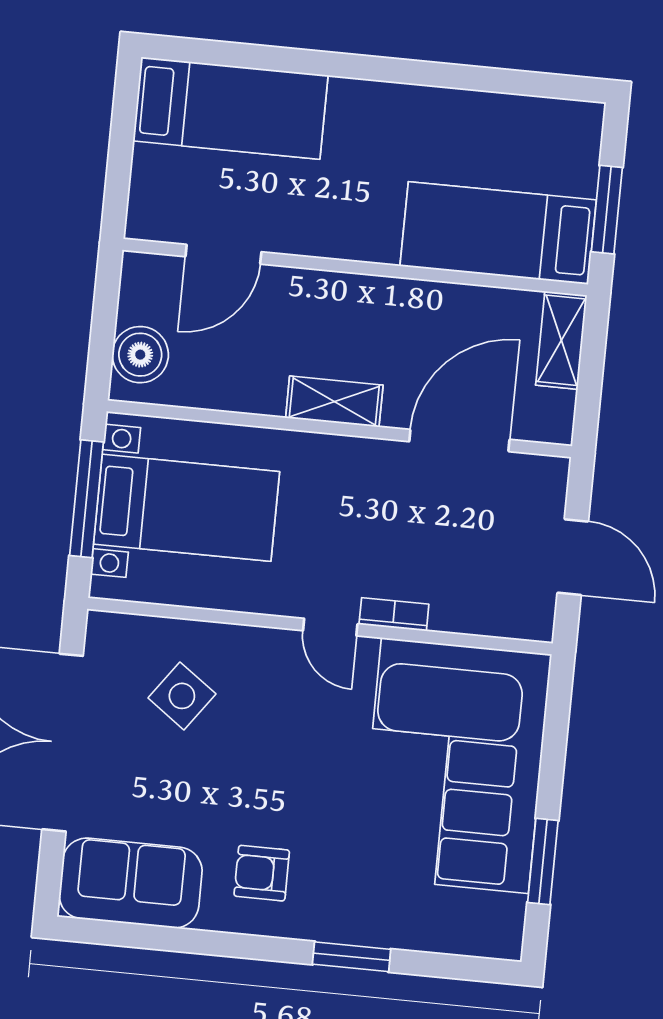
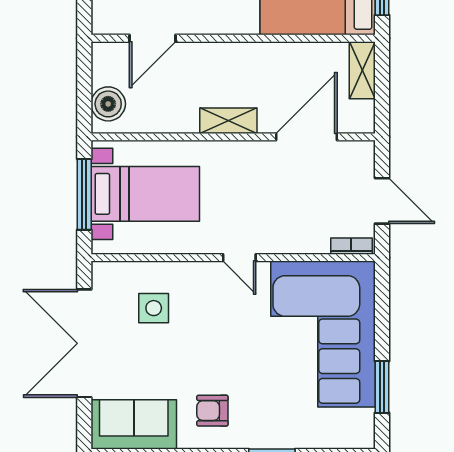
bookcase: (394, 614) -> (351, 246), moved
side table: (182, 696) -> (154, 308), turned -36

